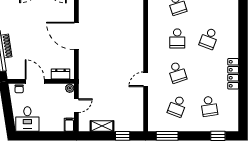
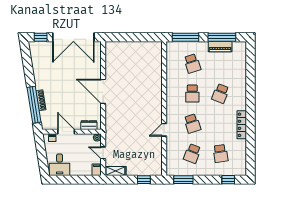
door: (76, 106) -> (103, 153), swing flipped
shelving: (102, 126) -> (115, 171), moved

